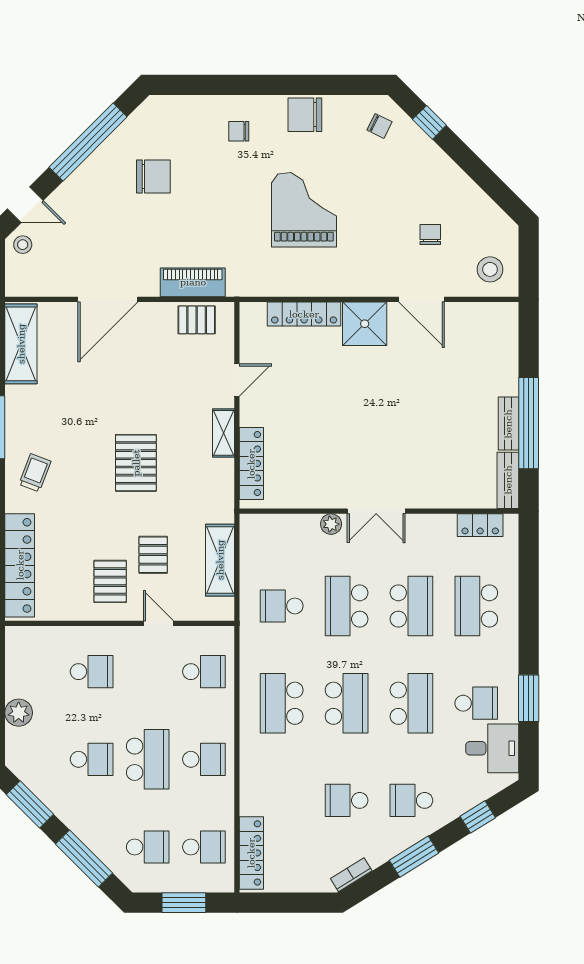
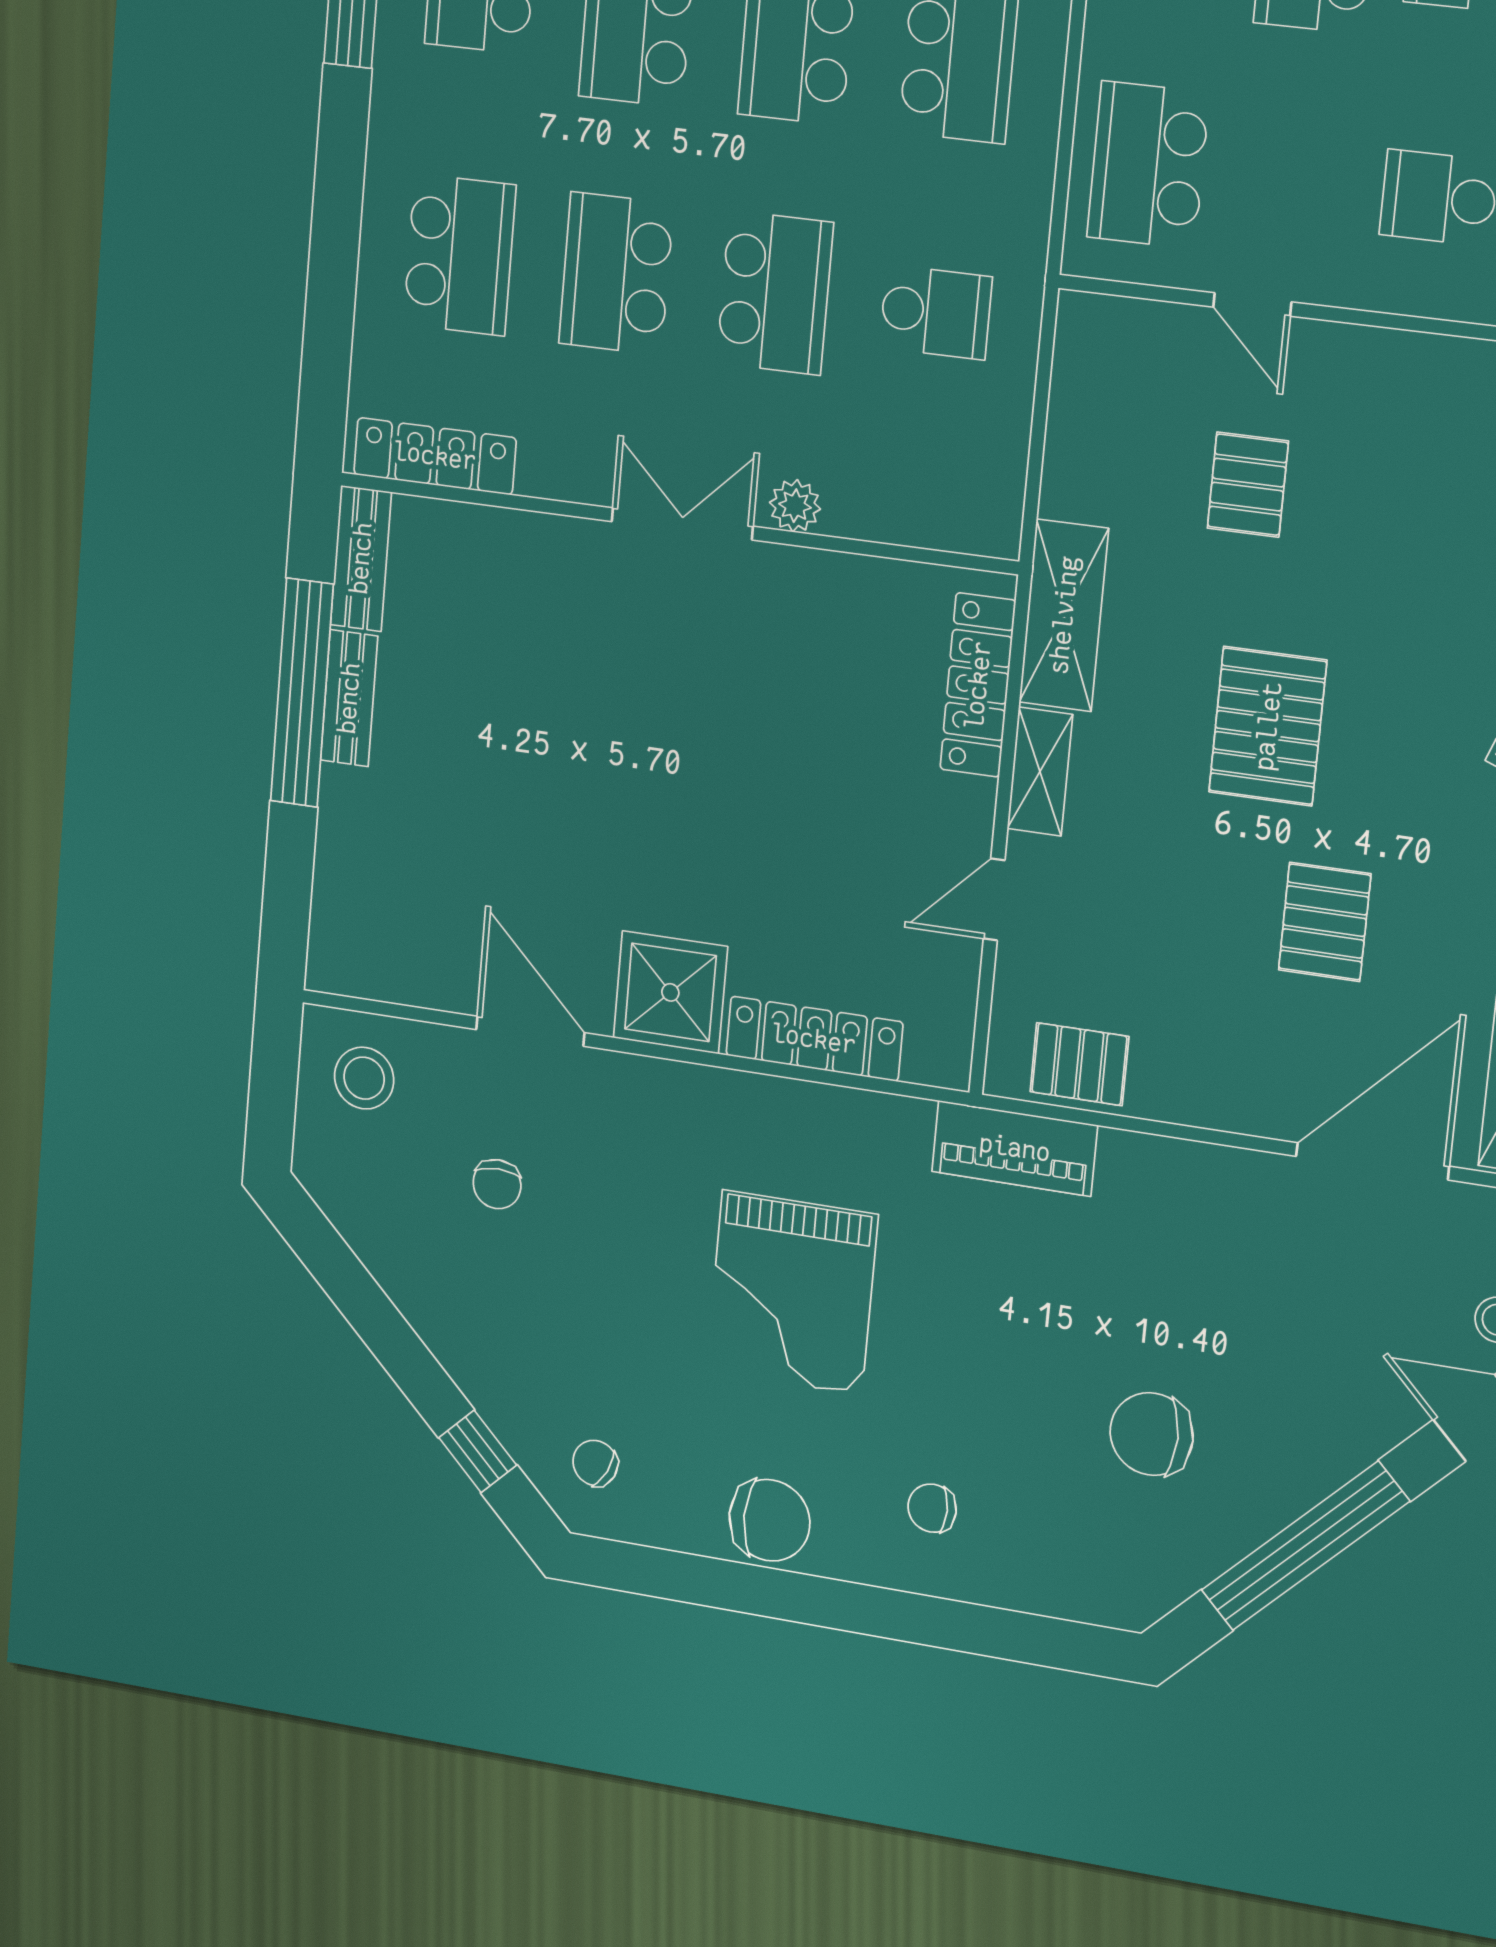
chair: (239, 131) -> (932, 1508), turned 180
piano: (193, 282) -> (1015, 1148), moved
door: (108, 299) -> (1372, 1161), moved
locker: (480, 525) -> (435, 456), width x1.53
shelving: (220, 560) -> (1064, 615), moved
pallet: (110, 581) -> (1325, 922), moved
school desk: (204, 672) -> (1148, 165), width x1.85

